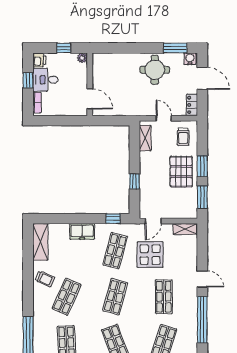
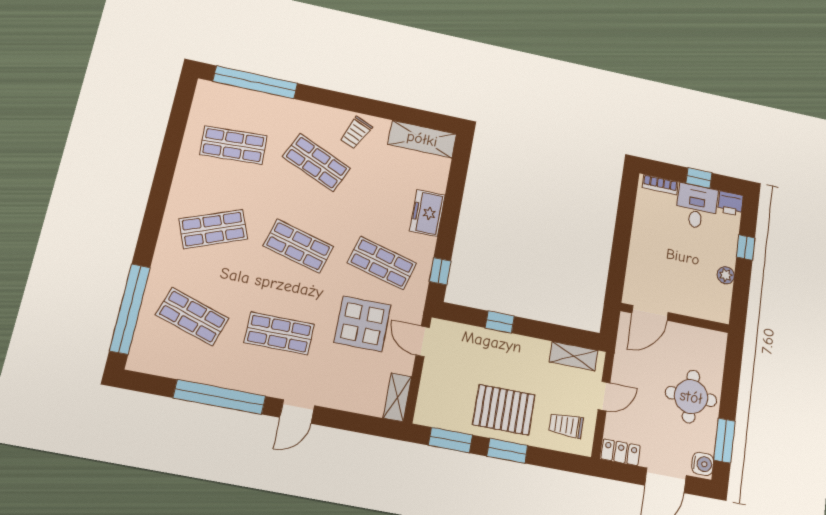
wall: (90, 84) -> (675, 318), moved
door: (90, 99) -> (650, 313), moved

